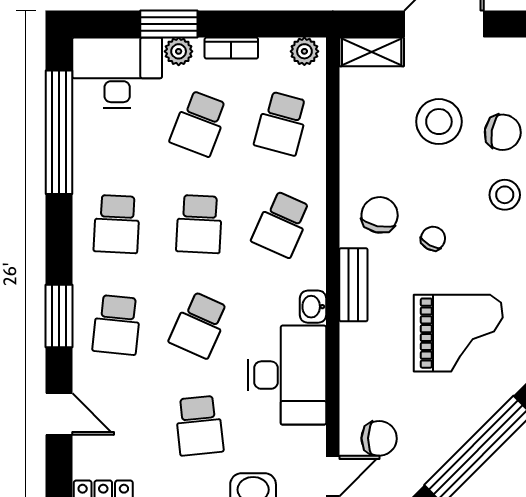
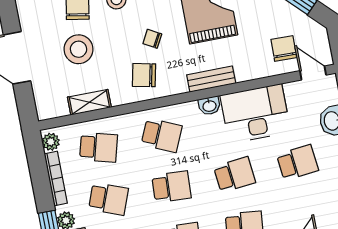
bookcase: (231, 48) -> (56, 178), width x1.56
shelving: (372, 52) -> (89, 102), moved, turned 90
bench: (353, 285) -> (211, 79), moved
school desk: (199, 325) -> (234, 175), turned -30

